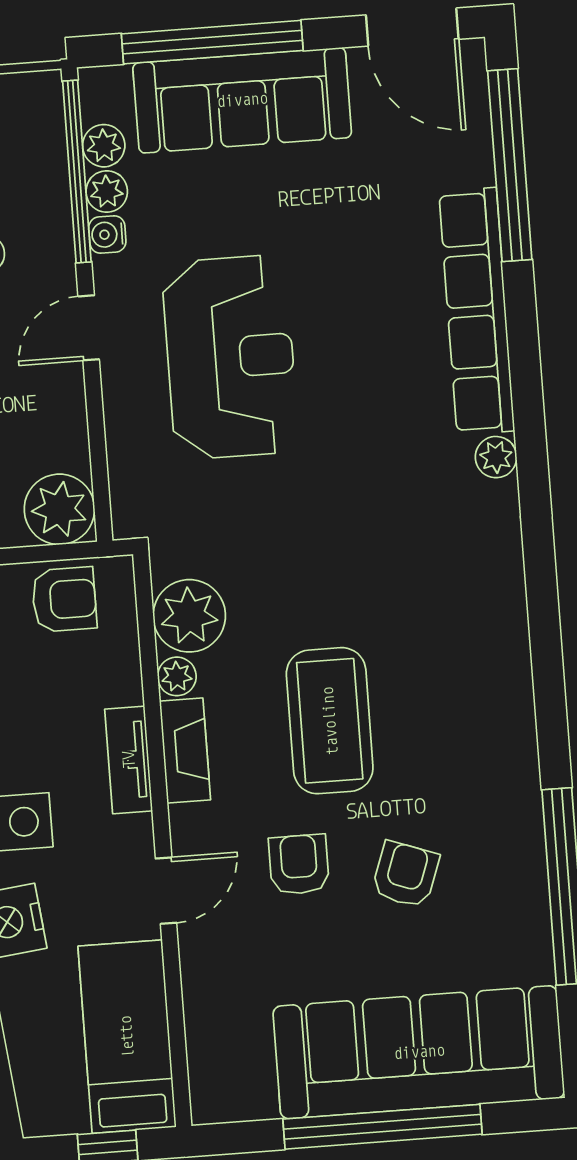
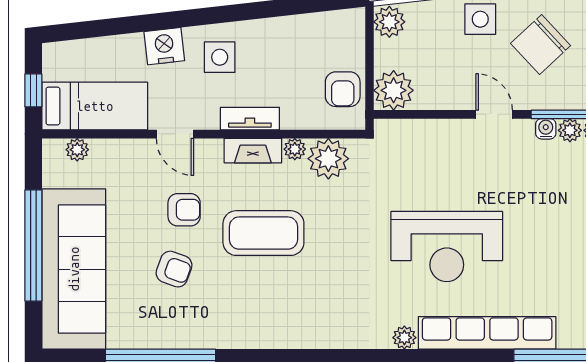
reception desk: (230, 357) -> (447, 247), moved
plant: (207, 1062) -> (77, 150), added

